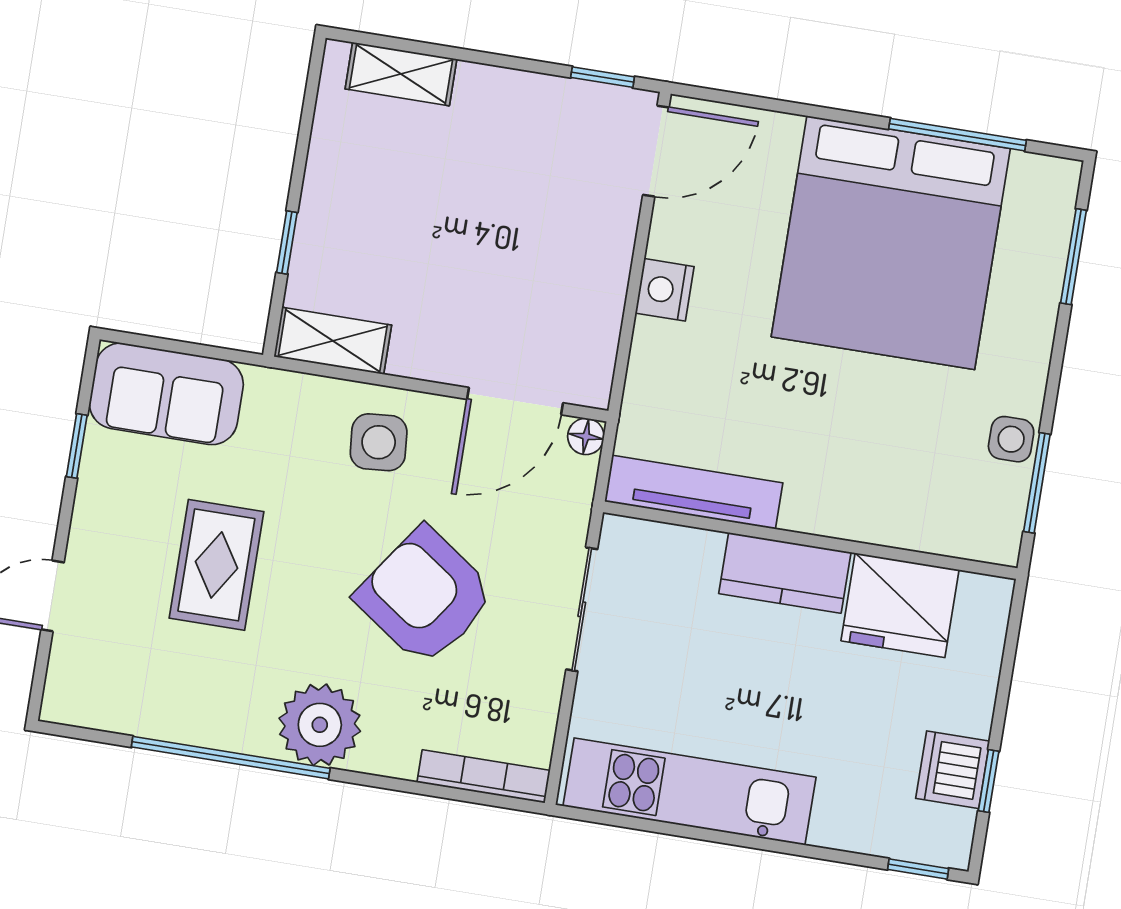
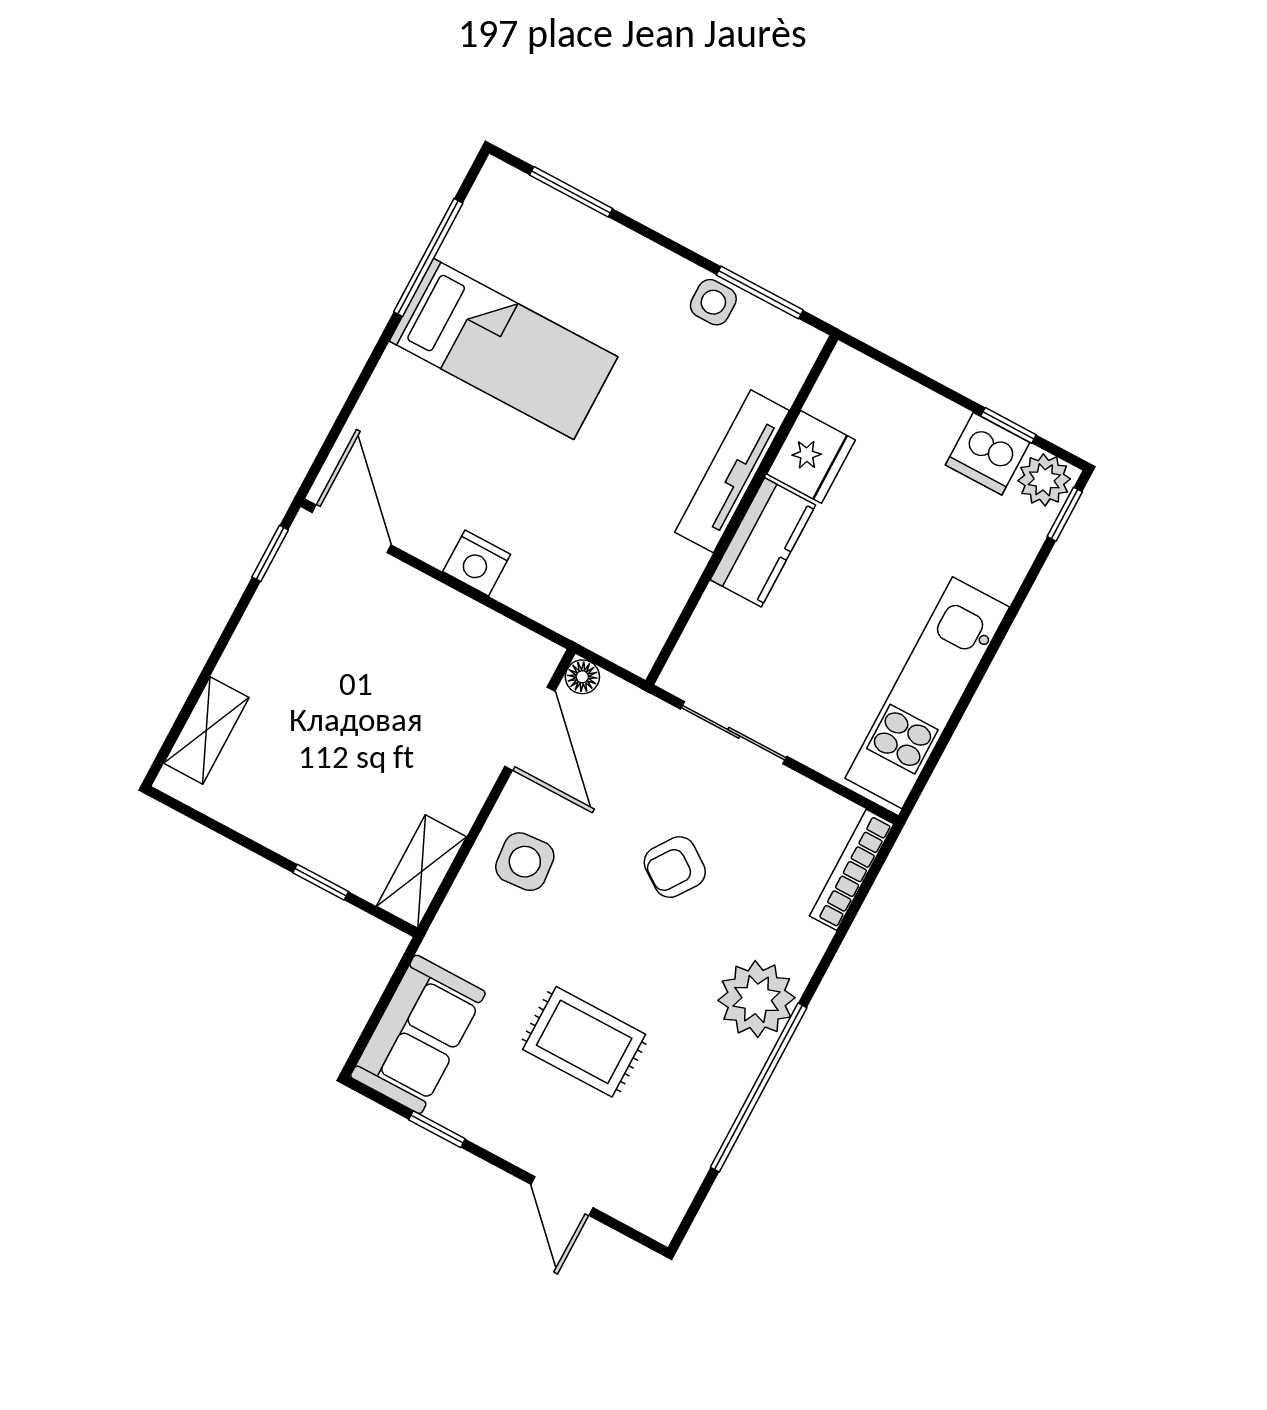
bed: (891, 243) -> (503, 349), width x0.49
tv unit: (694, 492) -> (732, 471), moved
armchair: (425, 596) -> (675, 867), width x0.53, depth x0.53
fridge: (900, 605) -> (811, 457), width x0.73, depth x0.75
plant: (946, 836) -> (1044, 480), added

